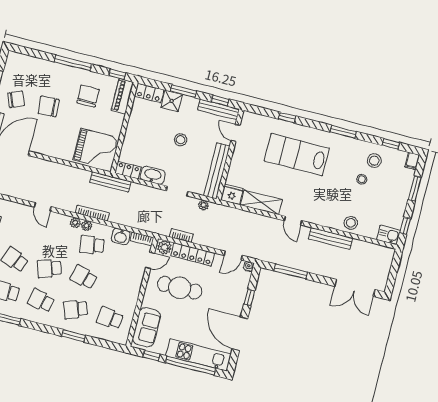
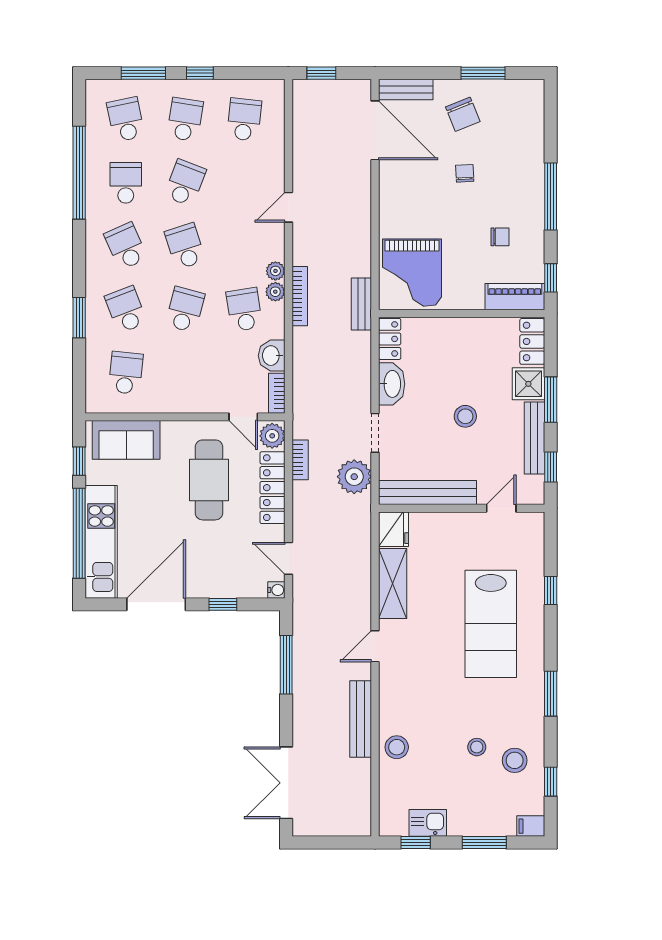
chair: (88, 96) -> (500, 237), width x0.54, depth x0.54
chair: (48, 106) -> (465, 173), width x0.54, depth x0.54
bench: (219, 109) -> (534, 438), moved
lab bench: (297, 155) -> (491, 624), turned 180
bench: (110, 182) -> (361, 304), width x0.73
plant: (203, 205) -> (354, 477), width x1.87, depth x1.87
kitchen sink: (389, 235) -> (428, 823), moved, turned -90
school desk: (41, 301) -> (126, 246), turned -36

